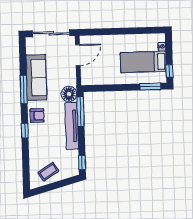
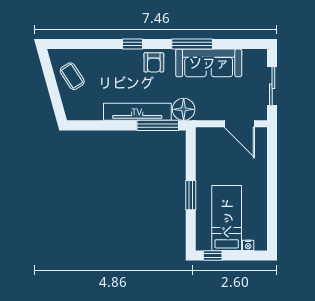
sliding door: (51, 33) -> (272, 86), width x0.73
window: (150, 87) -> (191, 195), moved
window: (82, 163) -> (84, 125), removed

